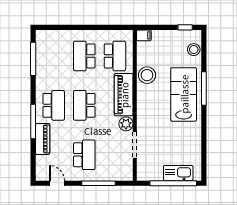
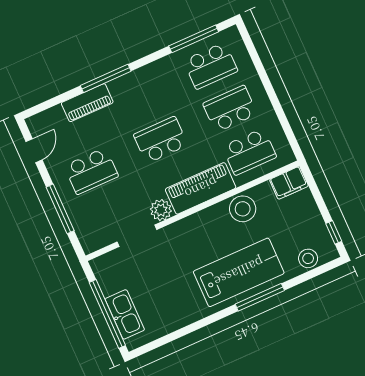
filing cabinet: (144, 35) -> (289, 183), width x2.00
school desk: (54, 105) -> (211, 66), moved

